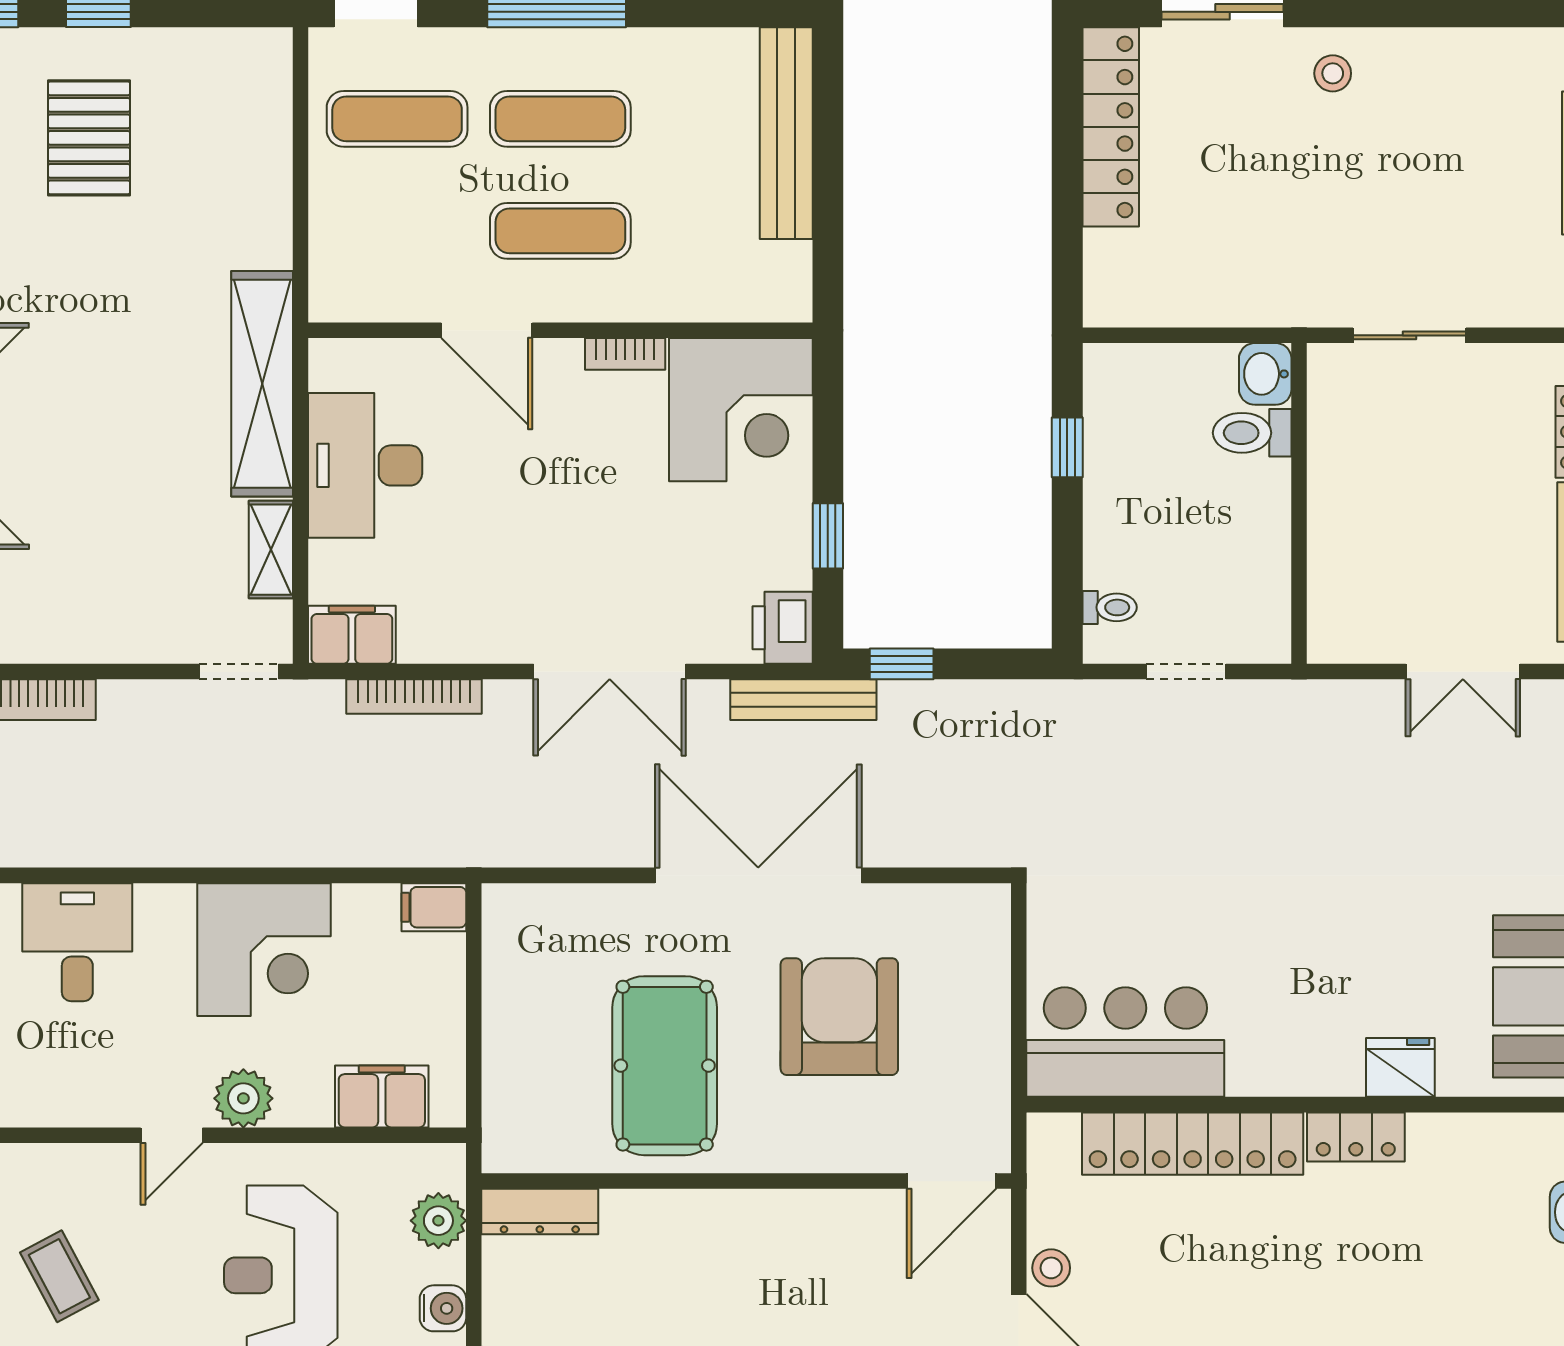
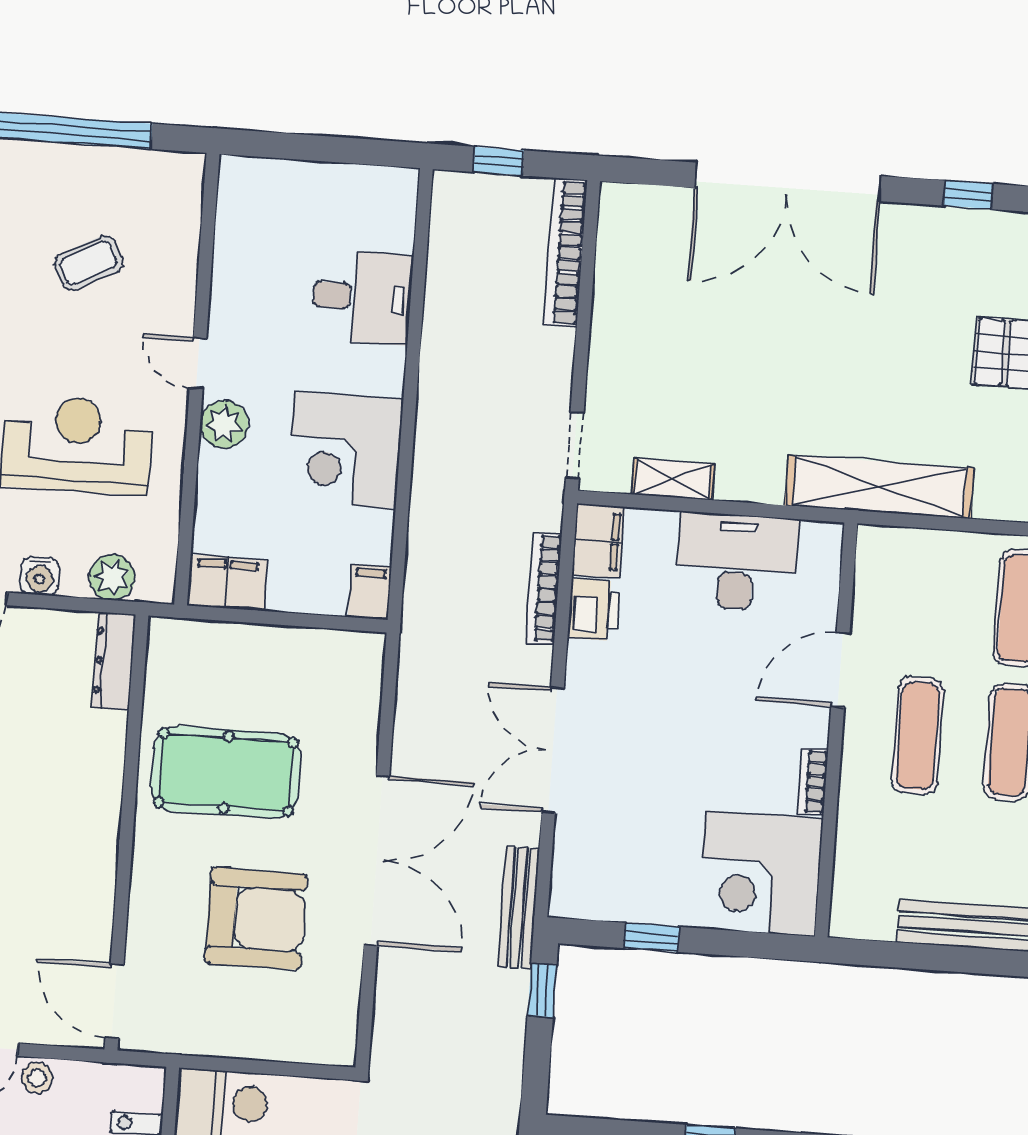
shelving: (262, 384) -> (879, 487), moved
printer: (783, 628) -> (594, 610), moved, turned 90
filing cabinet: (382, 1096) -> (227, 583), moved, turned -90

